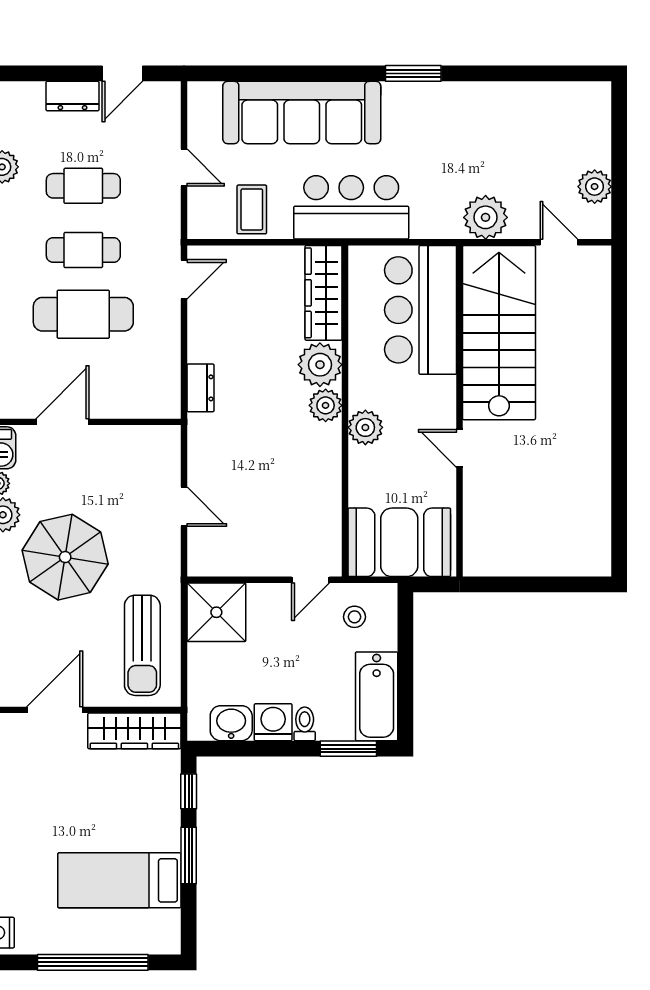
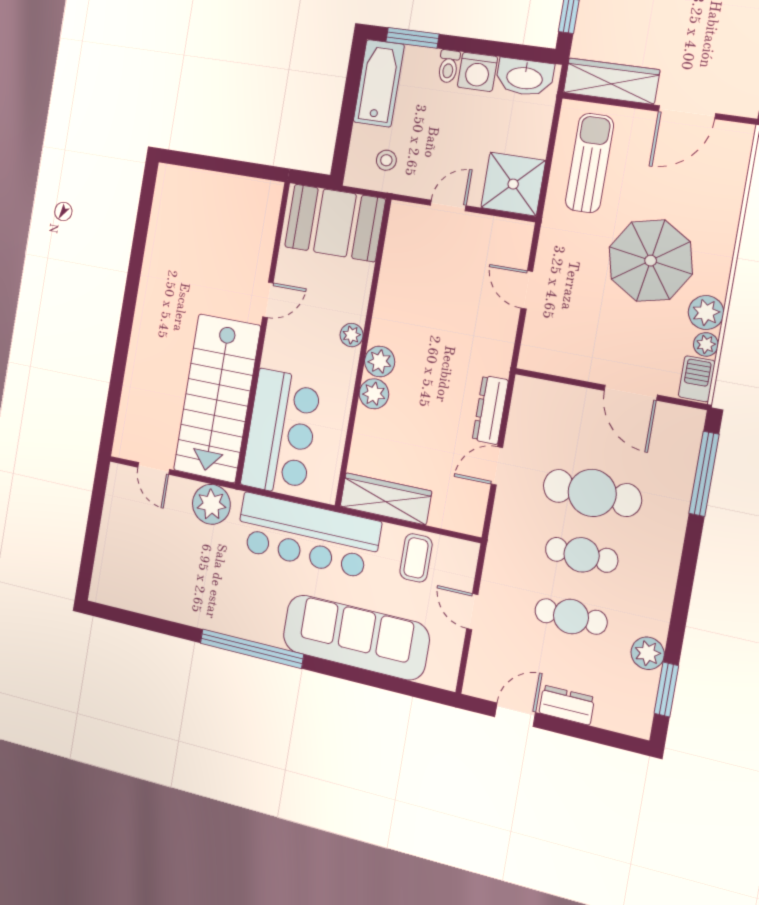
window: (413, 73) -> (252, 649), width x2.11
plant: (595, 187) -> (116, 511), removed
bar counter: (351, 207) -> (308, 535), width x1.36
door: (184, 279) -> (497, 466), moved
wardrobe: (323, 293) -> (386, 499), moved, turned -90
plant: (320, 365) -> (374, 394), width x0.73, depth x0.73
dresser: (200, 388) -> (490, 410), width x1.44
door: (62, 422) -> (631, 393), hinge flipped
plant: (365, 427) -> (352, 335), width x0.73, depth x0.73
door: (460, 448) -> (268, 300), hinge flipped
door: (311, 580) -> (448, 205), moved
washbasin: (231, 723) -> (525, 77), width x1.38

